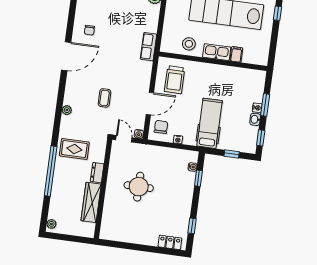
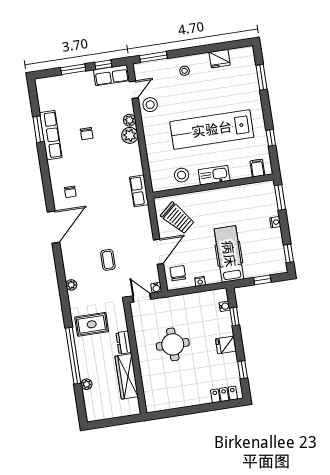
window: (278, 13) -> (271, 138), moved
filing cabinet: (236, 54) -> (257, 168), moved
trolley: (175, 80) -> (178, 218), turned -41
window: (265, 105) -> (280, 197), moved
washbasin: (255, 119) -> (277, 235), removed
fridge: (184, 200) -> (226, 345), added
plant: (51, 224) -> (86, 384), moved

